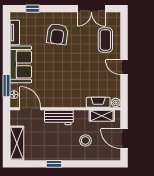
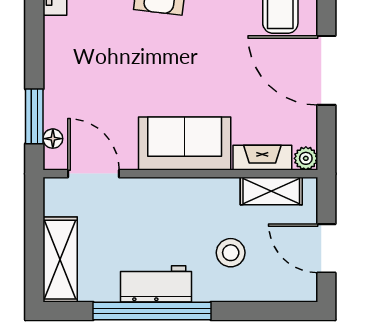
sofa: (21, 64) -> (185, 144), moved, turned -90
door: (124, 67) -> (326, 70), width x1.88
workbench: (59, 117) -> (156, 284), moved, turned 180
window: (54, 164) -> (152, 311), width x3.17

